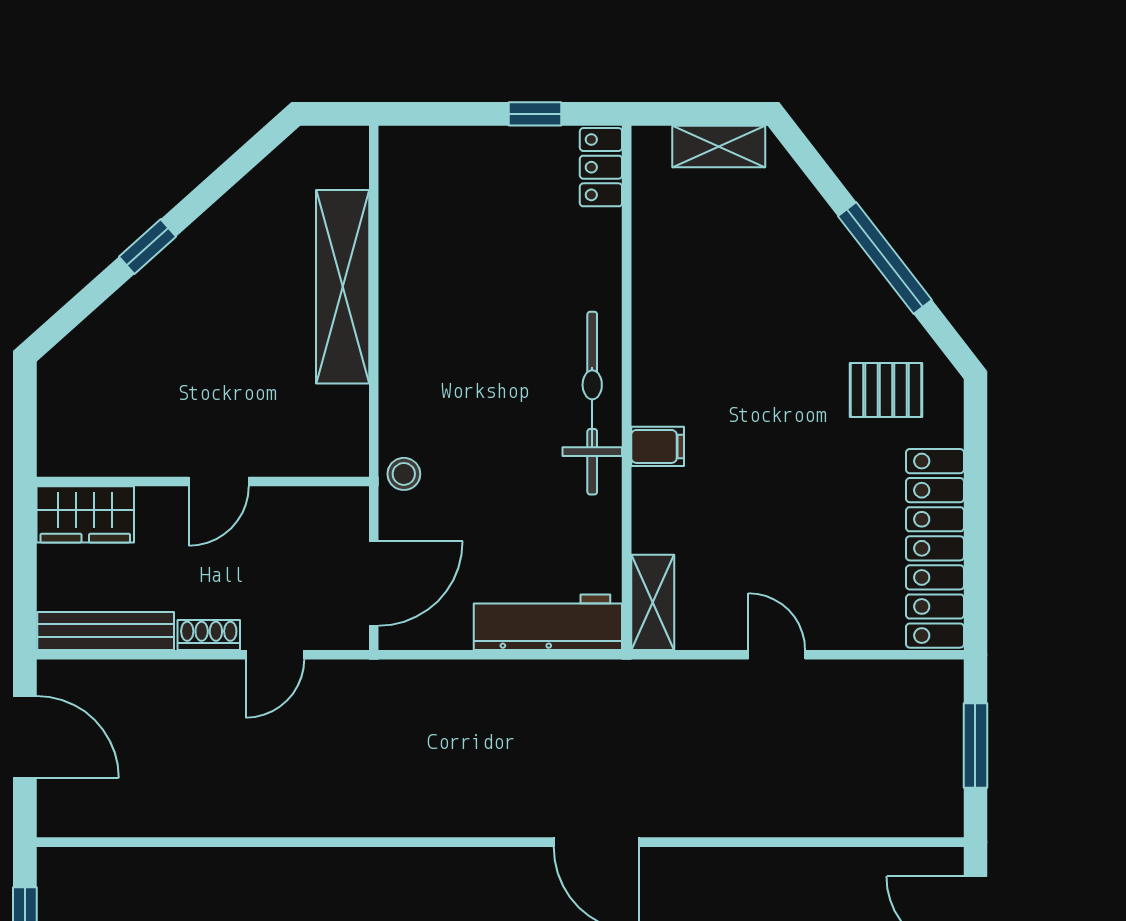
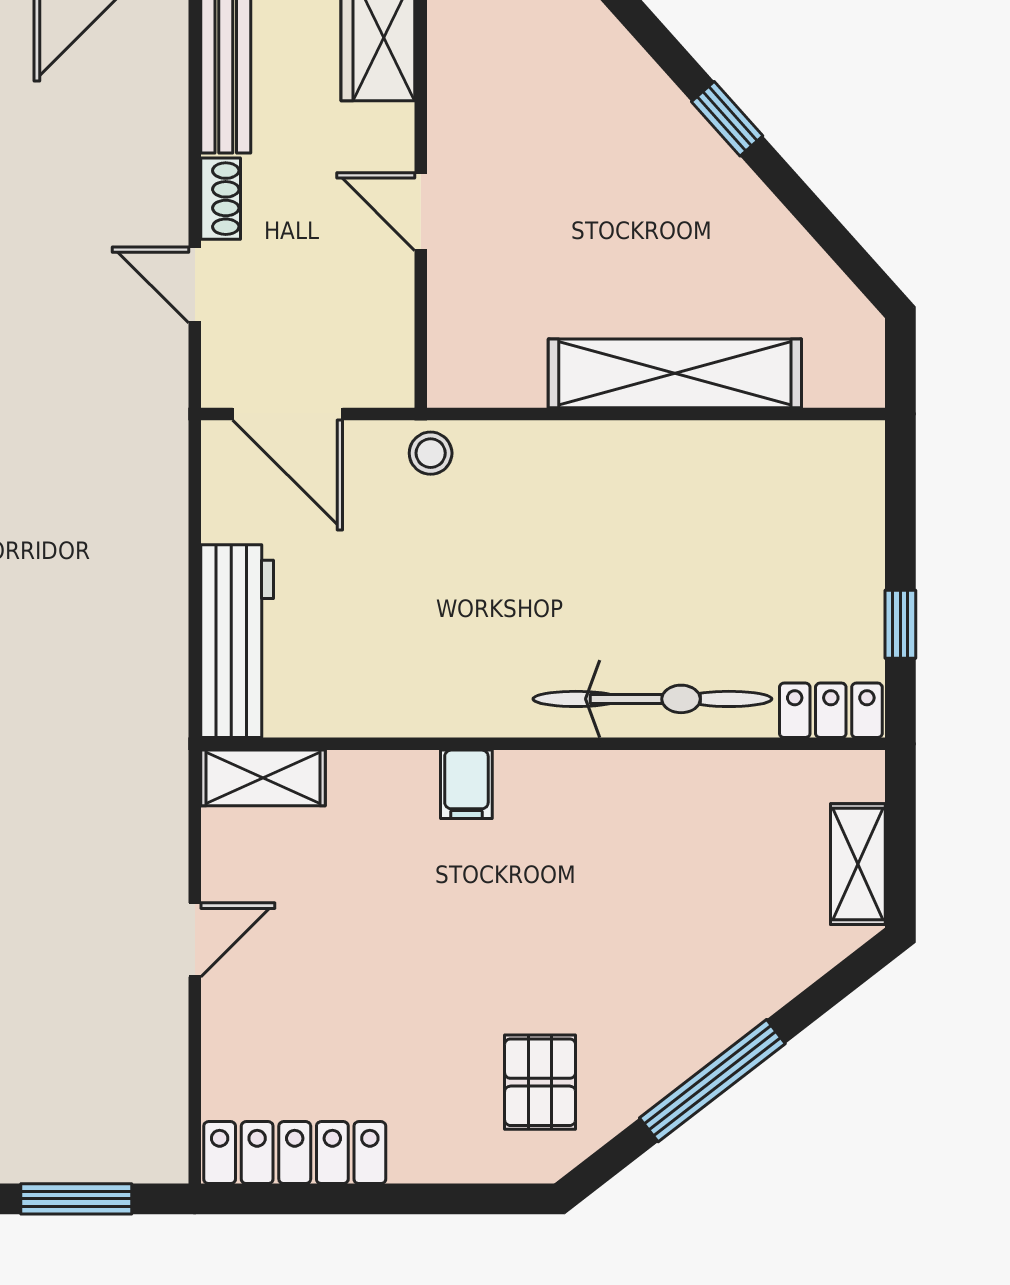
bicycle: (592, 403) -> (652, 699), moved
locker: (935, 548) -> (295, 1153), width x0.71, depth x0.83

